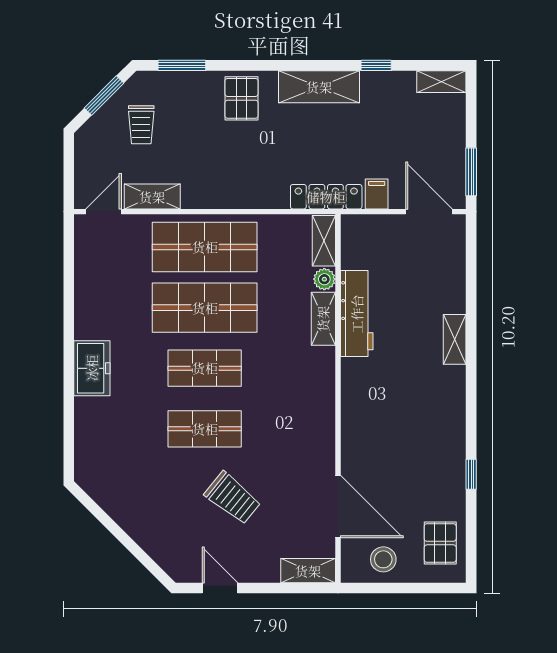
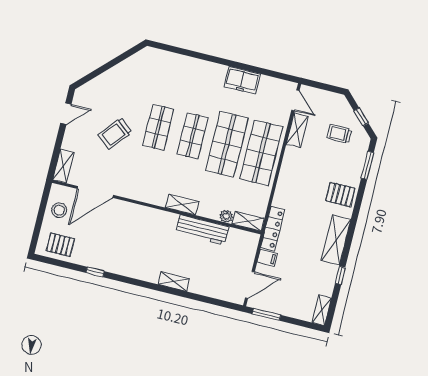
window: (104, 96) -> (361, 117), width x0.67
shelving: (323, 319) -> (182, 205), moved
freezer: (92, 368) -> (242, 80), moved

